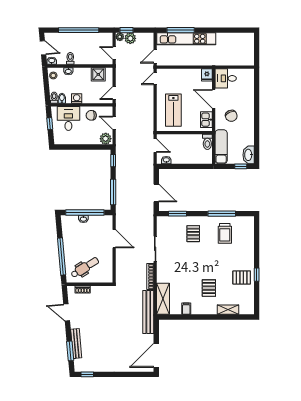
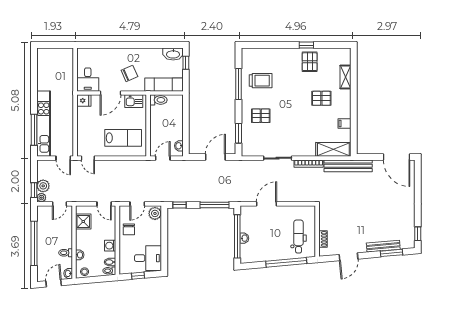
desk: (68, 119) -> (148, 258), moved, turned 180
dental chair: (85, 267) -> (299, 236), turned 32

